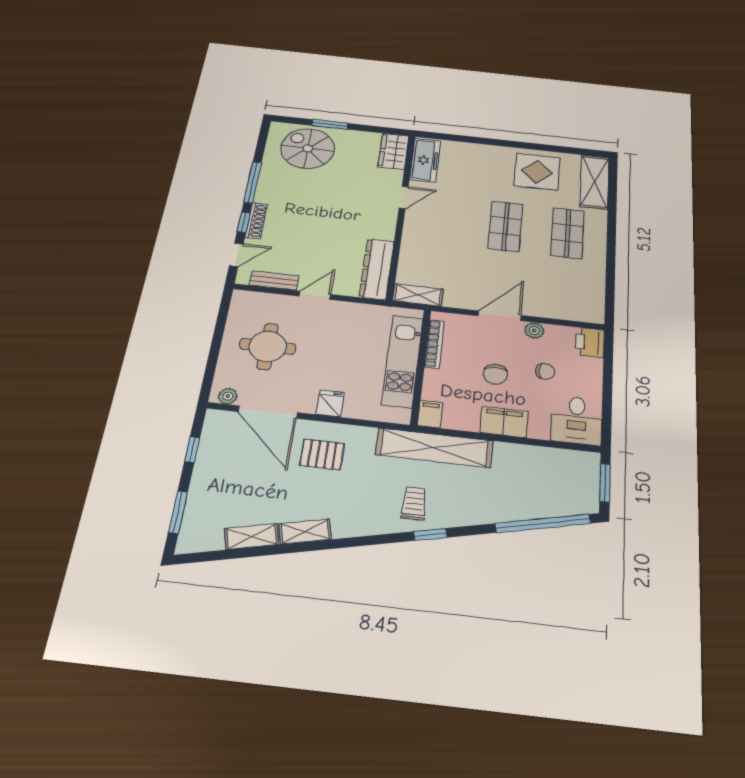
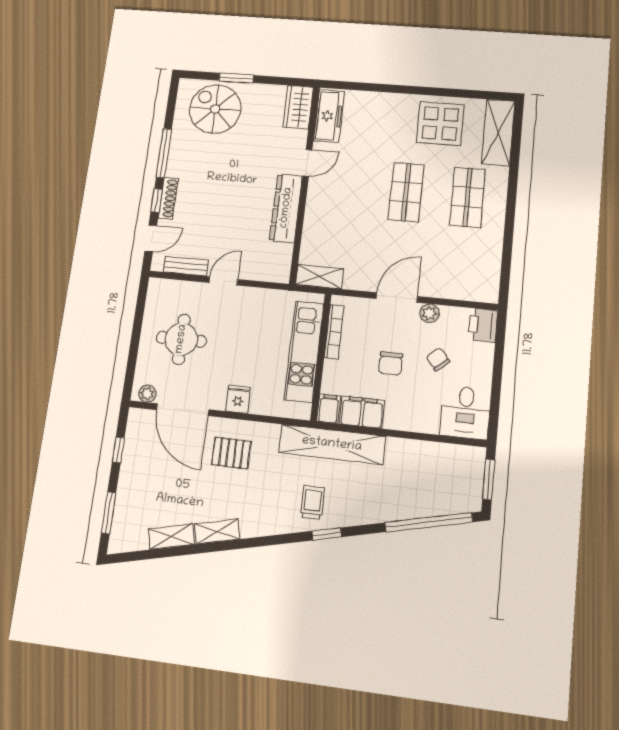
dresser: (377, 269) -> (286, 208), moved
chair: (545, 371) -> (438, 359), turned -130
filing cabinet: (504, 422) -> (362, 412), moved

